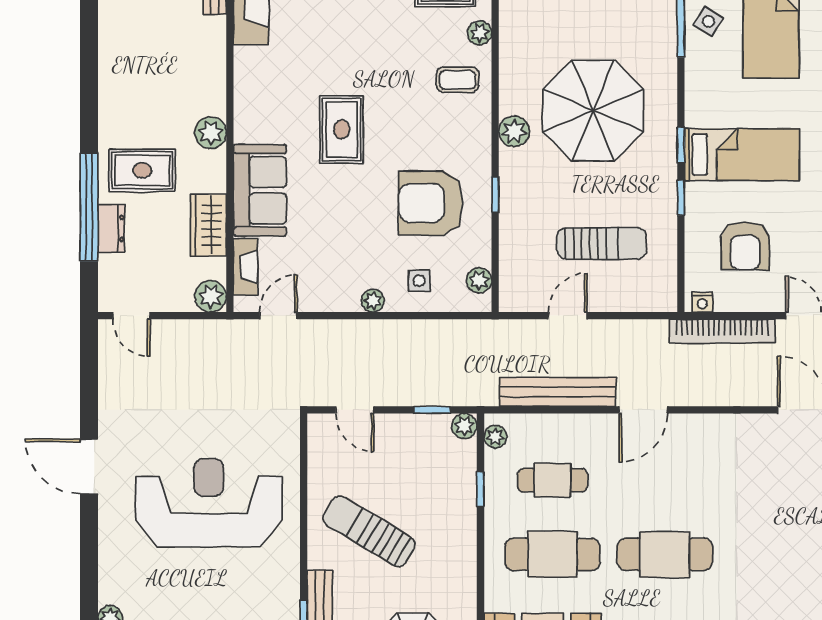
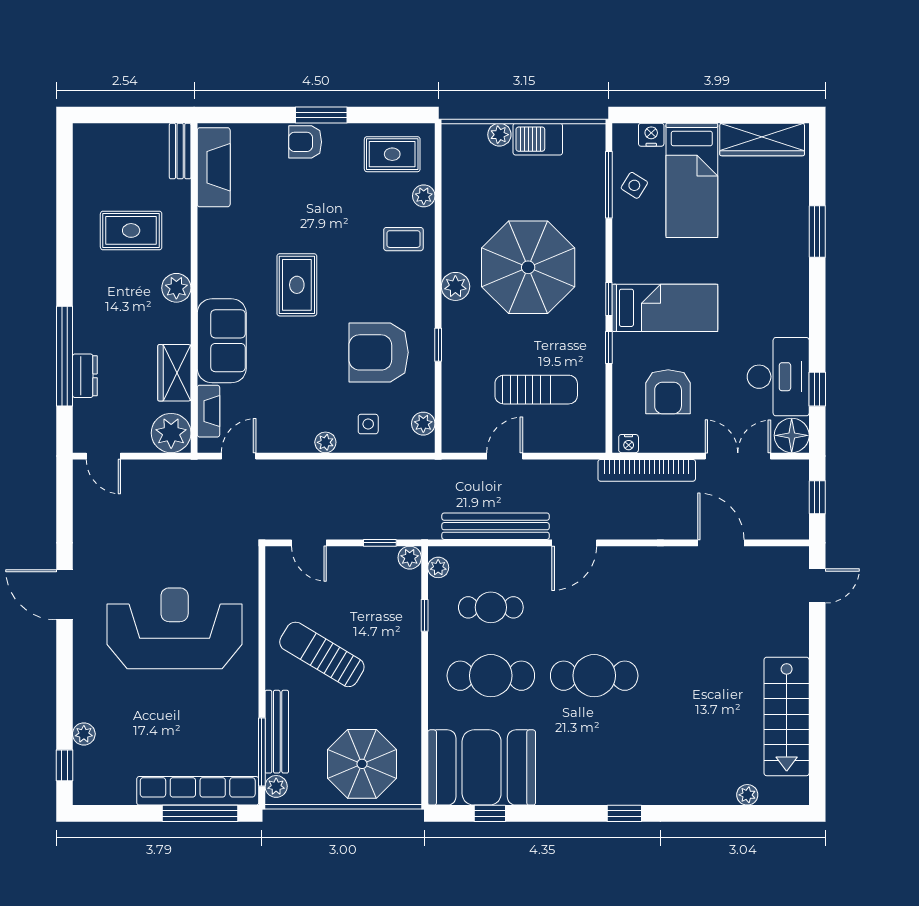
rug: (142, 170) -> (131, 230), moved
plant: (211, 296) -> (171, 433), width x1.36, depth x1.36

